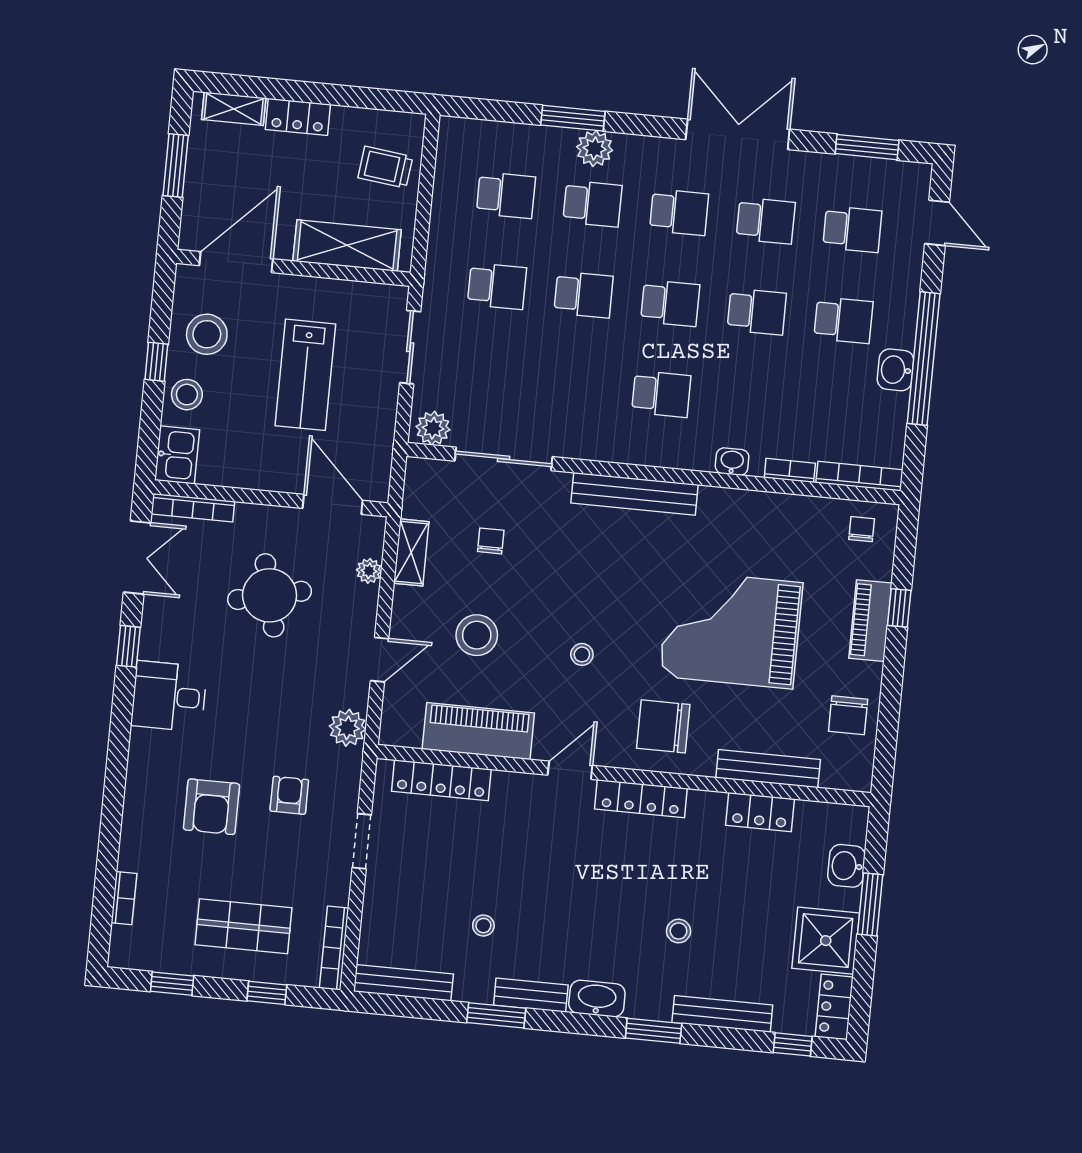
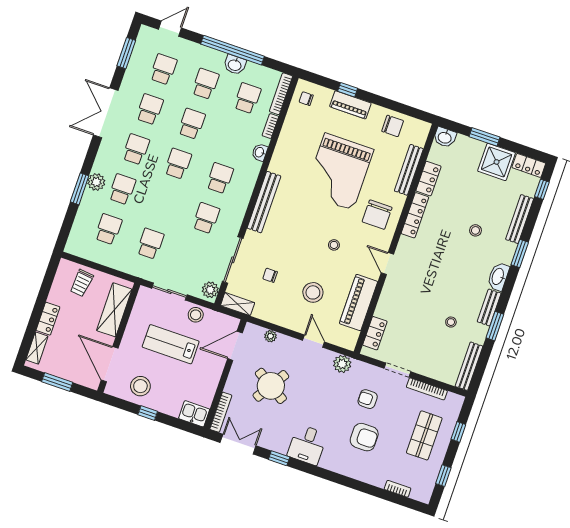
school desk: (584, 295) -> (206, 218), moved
lab bench: (305, 375) -> (171, 344), turned 180
stool: (187, 395) -> (196, 315), moved
school desk: (834, 411) -> (247, 98), added
shelving: (411, 552) -> (238, 304), moved
round table: (270, 595) -> (271, 386), turned 45
locker: (441, 780) -> (375, 333), width x0.66
locker: (641, 799) -> (415, 215), moved
washbasin: (846, 866) -> (445, 137), moved
bookcase: (334, 948) -> (427, 389), moved

